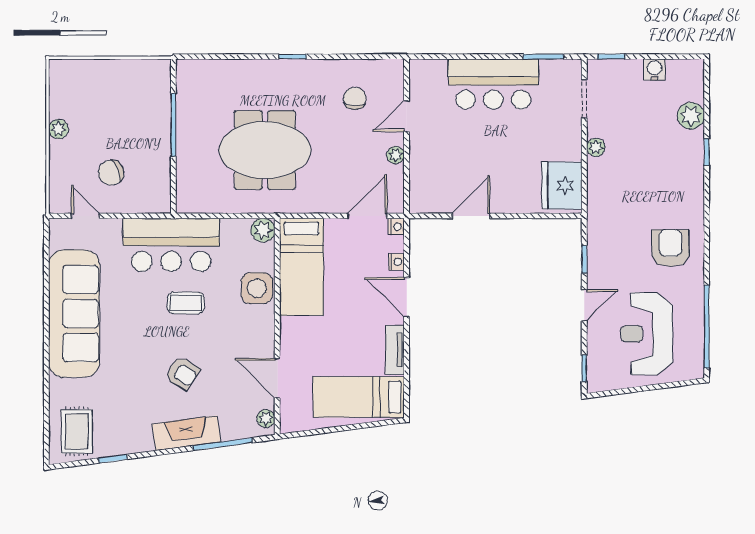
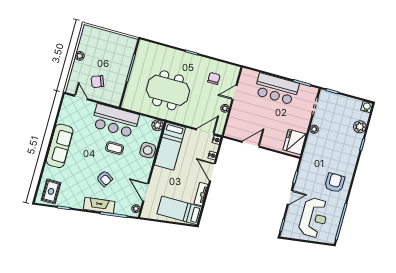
water cooler: (655, 69) -> (367, 107), moved
sofa: (74, 313) -> (60, 146), width x0.74, depth x0.79
reception desk: (647, 334) -> (314, 218), turned 180

